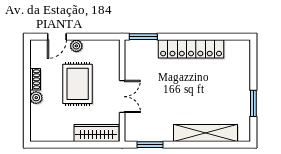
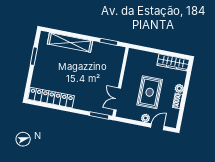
locker: (191, 49) -> (51, 98), moved
double door: (122, 97) -> (117, 99), moved
wardrobe: (96, 133) -> (173, 62), moved

